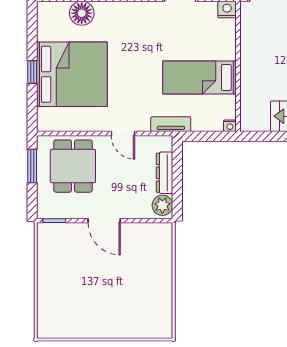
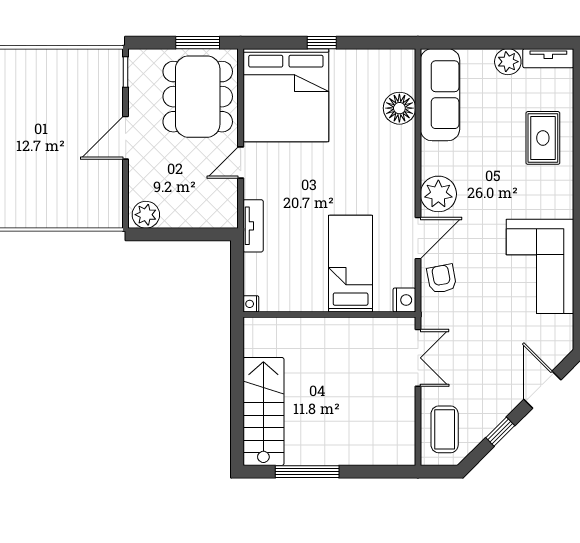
bed: (72, 74) -> (286, 95), moved
bed: (200, 78) -> (351, 264), moved
dining table: (73, 166) -> (198, 97), width x1.38
dresser: (165, 173) -> (189, 218), removed

